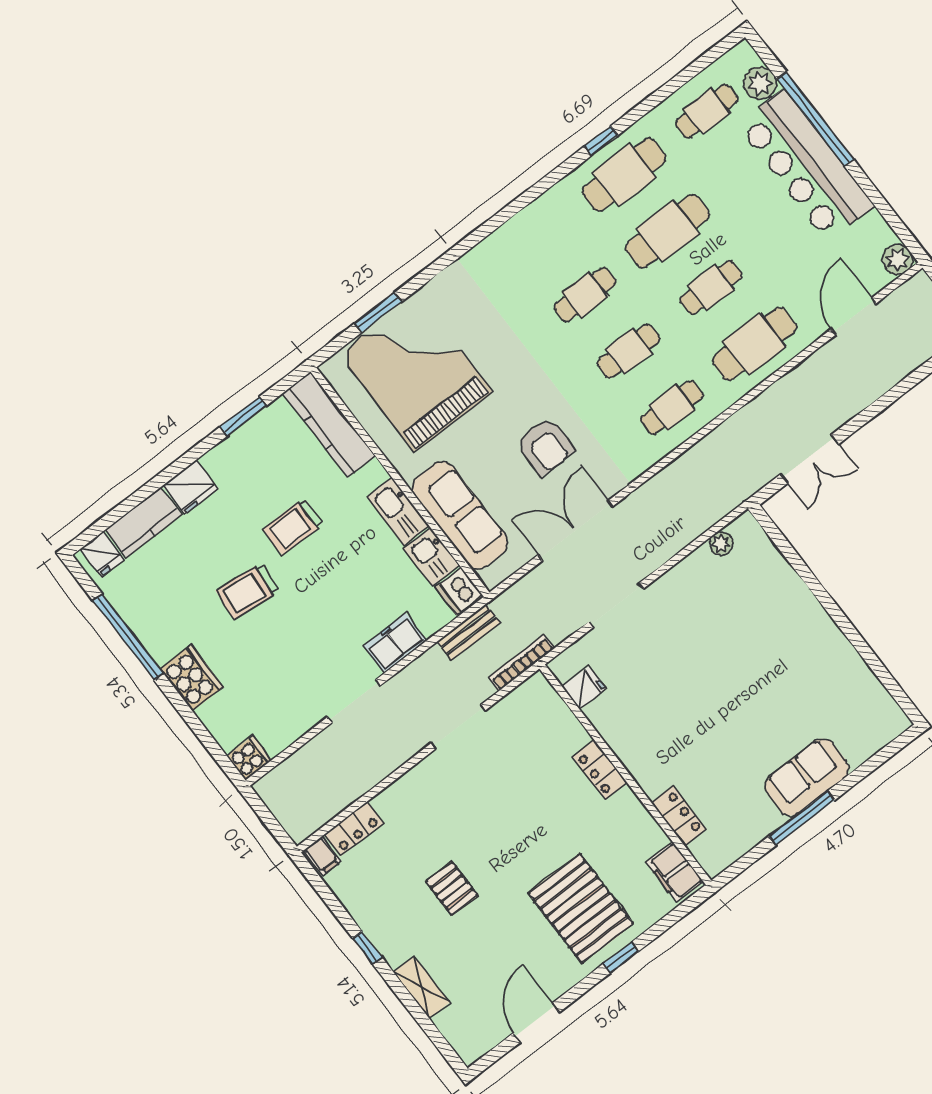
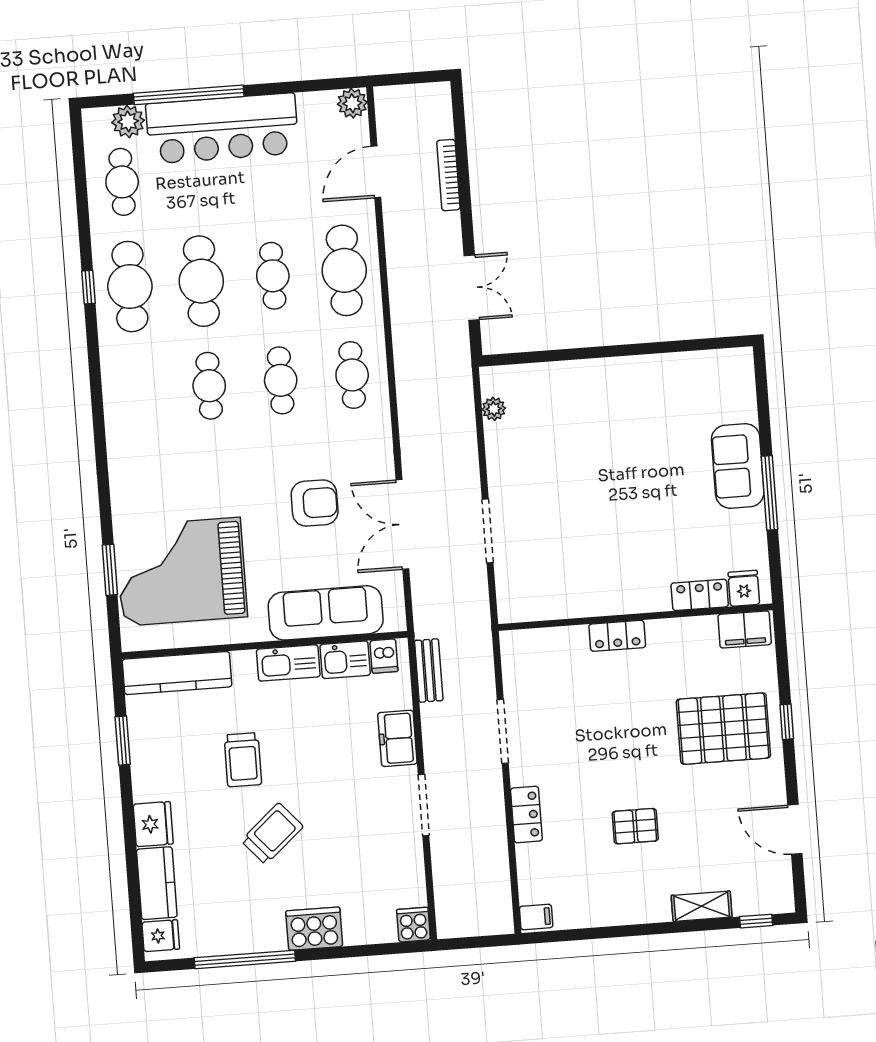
door: (854, 316) -> (376, 172), hinge flipped
trolley: (248, 591) -> (272, 834), turned -137
dishwasher: (459, 591) -> (384, 656), width x0.73
bookcase: (522, 662) -> (448, 175), moved
fridge: (584, 688) -> (744, 588), moved
locker: (354, 829) -> (526, 815), moved
window: (367, 948) -> (756, 921), moved

